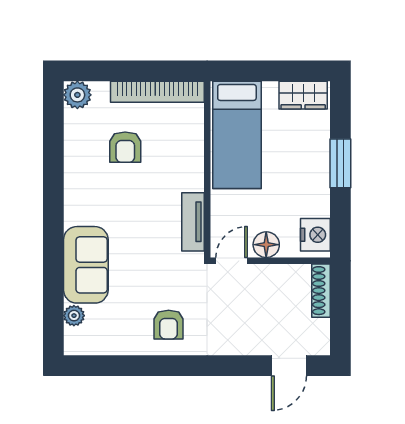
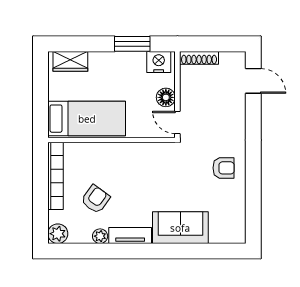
wardrobe: (303, 95) -> (70, 61), moved, turned 90
armchair: (125, 147) -> (95, 199), turned -54
window: (340, 163) -> (132, 44), moved
tv unit: (193, 222) -> (130, 236), moved, turned 180
plant: (74, 316) -> (100, 236), moved

